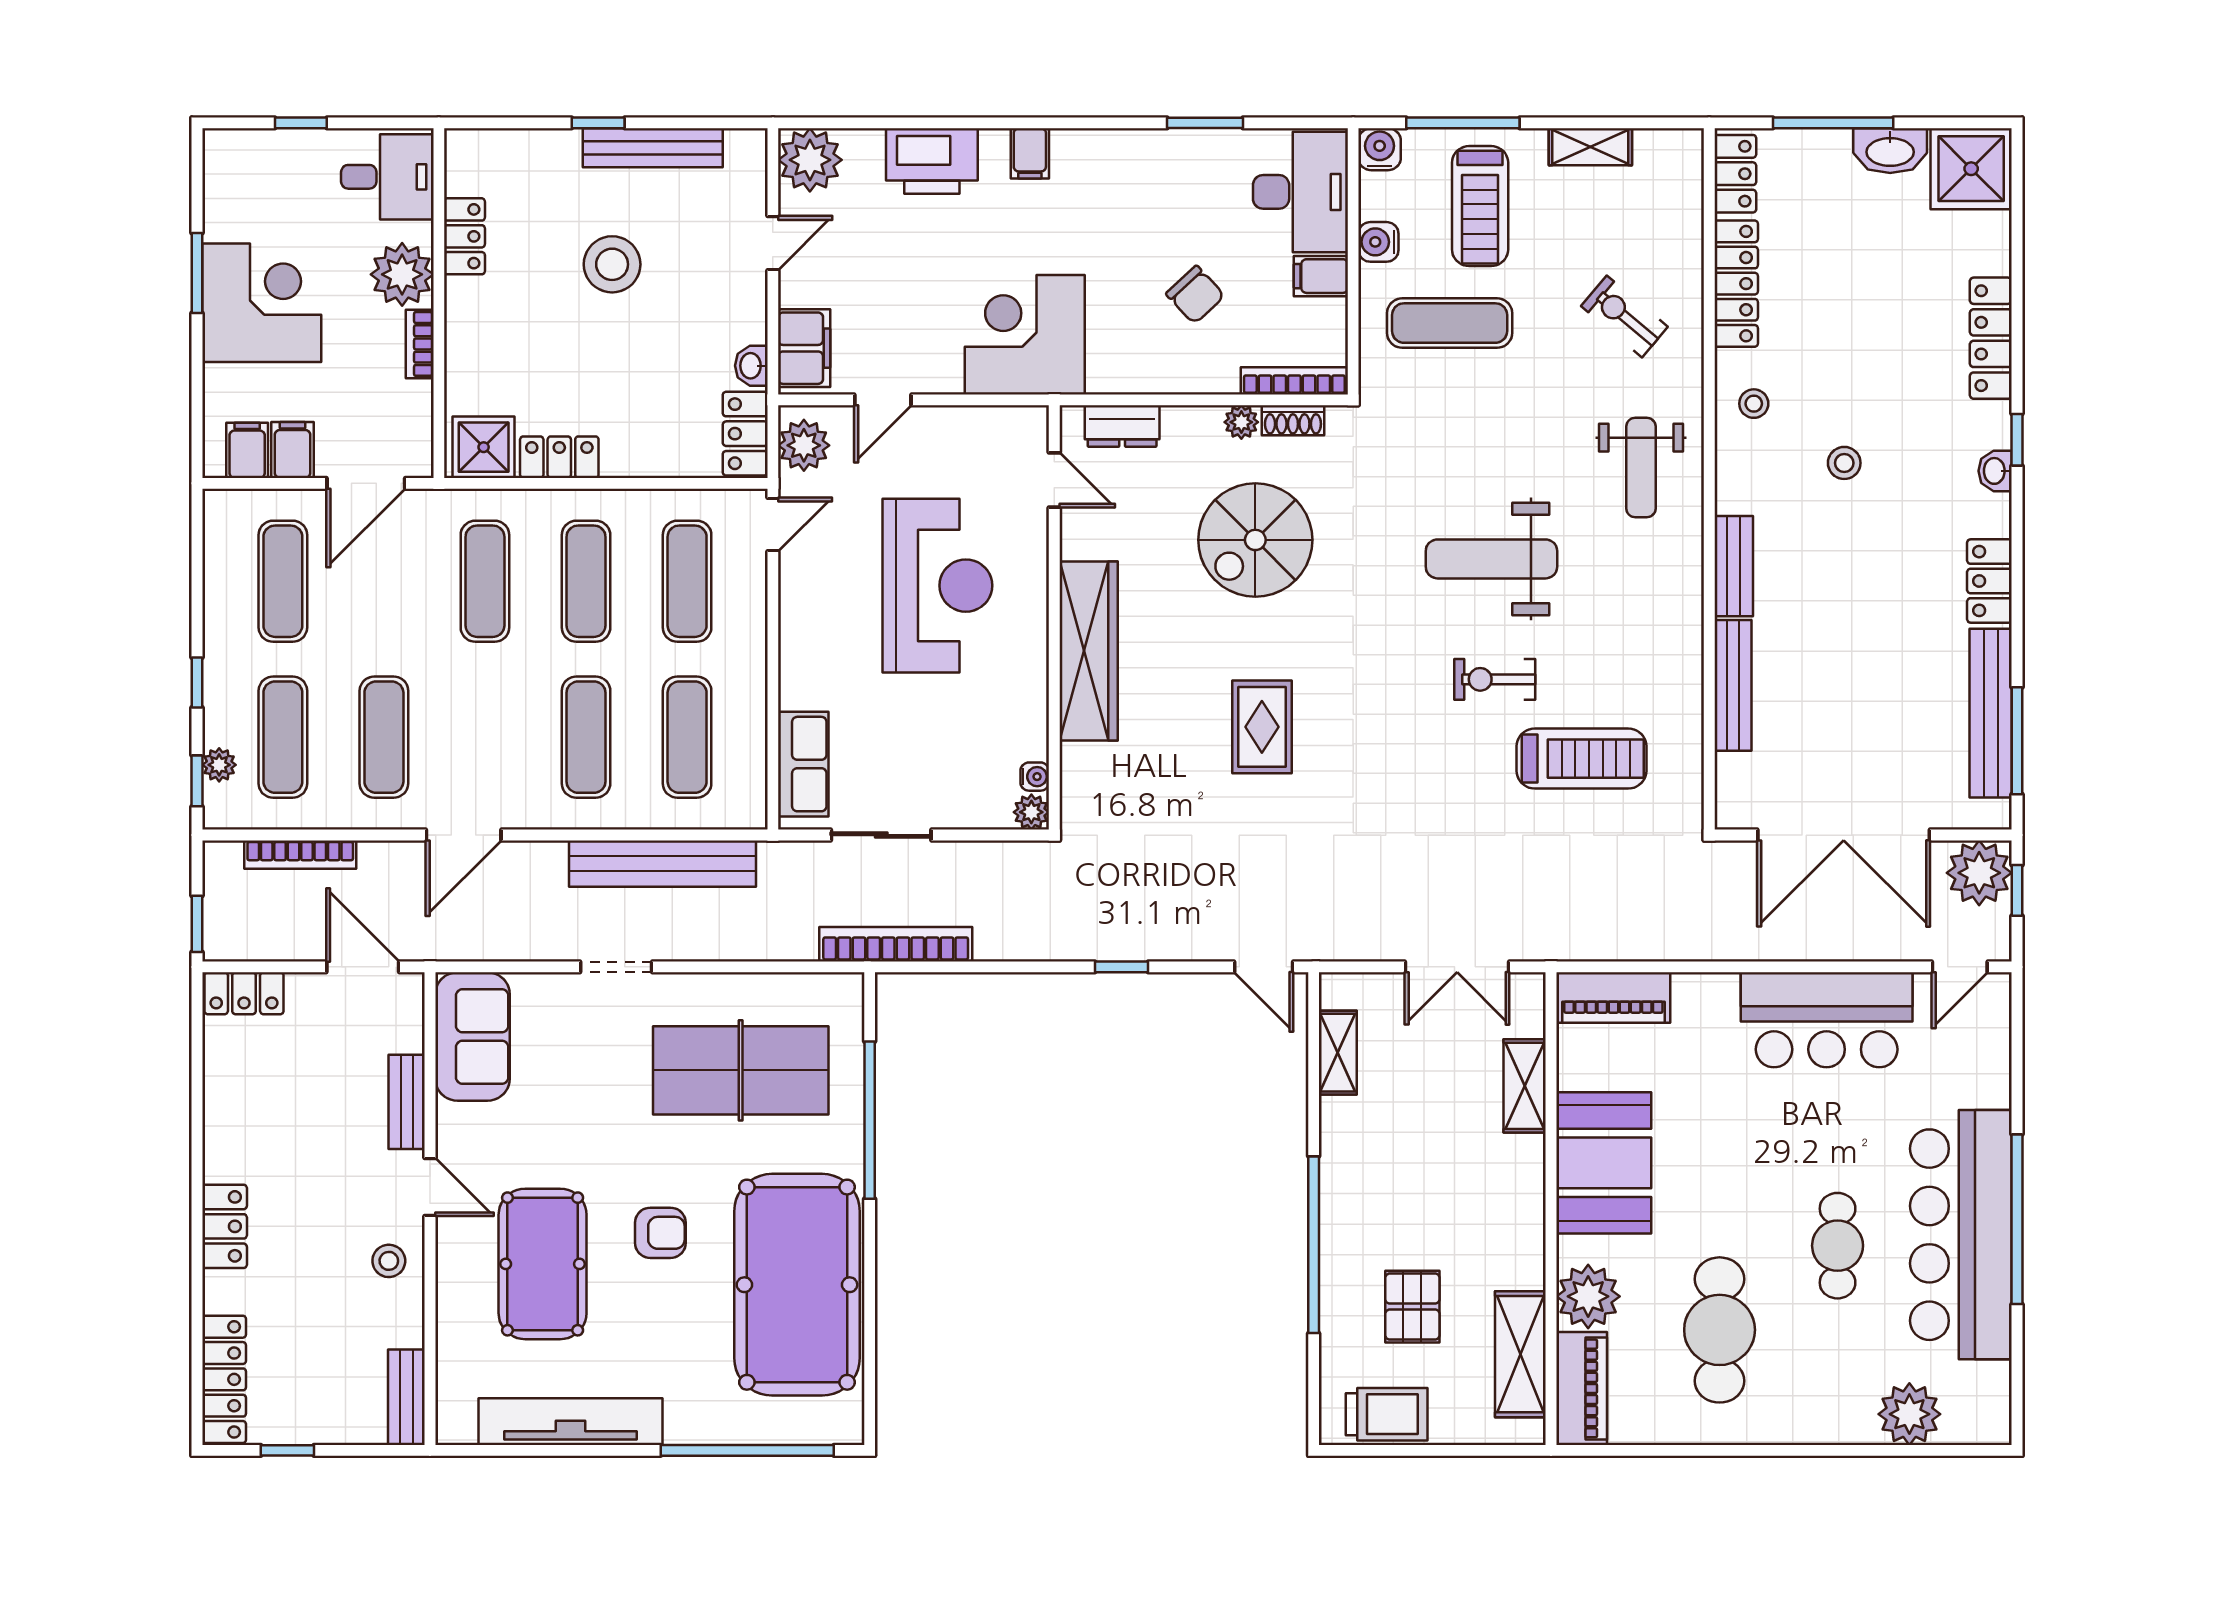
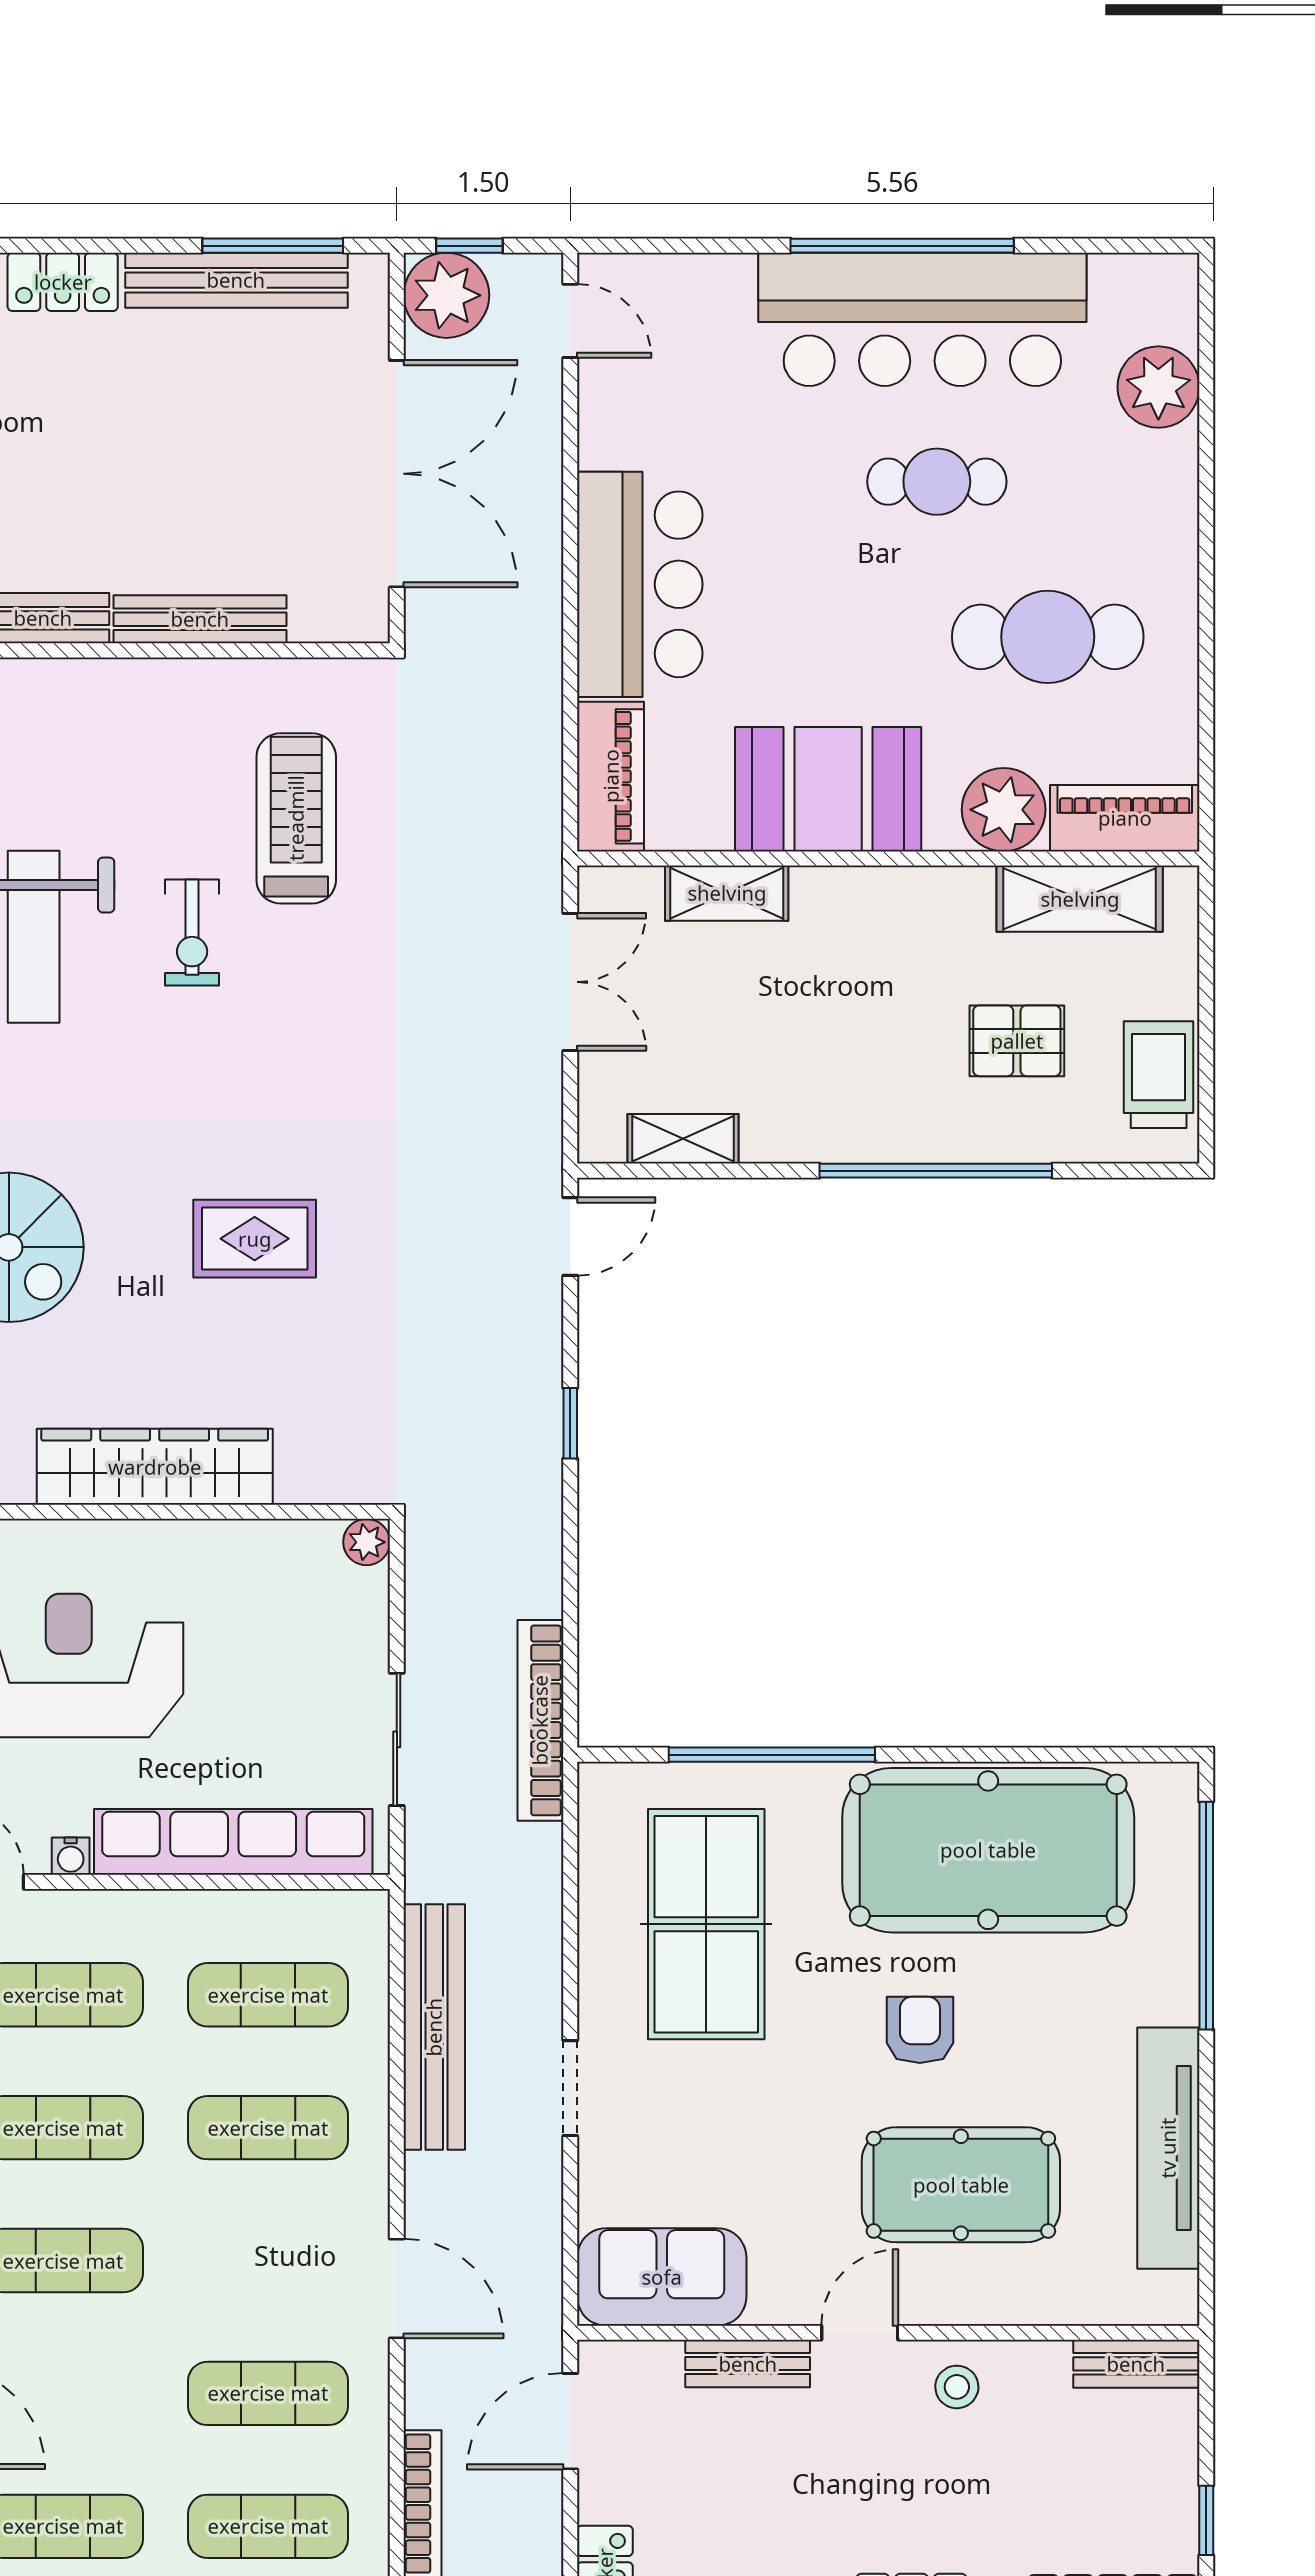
row of seats: (803, 764) -> (233, 1842), width x2.02
water cooler: (1035, 777) -> (71, 1856), moved, turned 180
bar counter: (1827, 1020) -> (640, 584), moved

